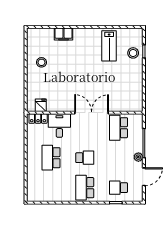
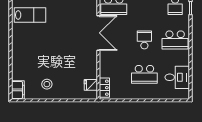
filing cabinet: (64, 34) -> (18, 90), moved
double door: (92, 113) -> (98, 33), swing flipped
desk: (59, 126) -> (177, 77), moved, turned 180

